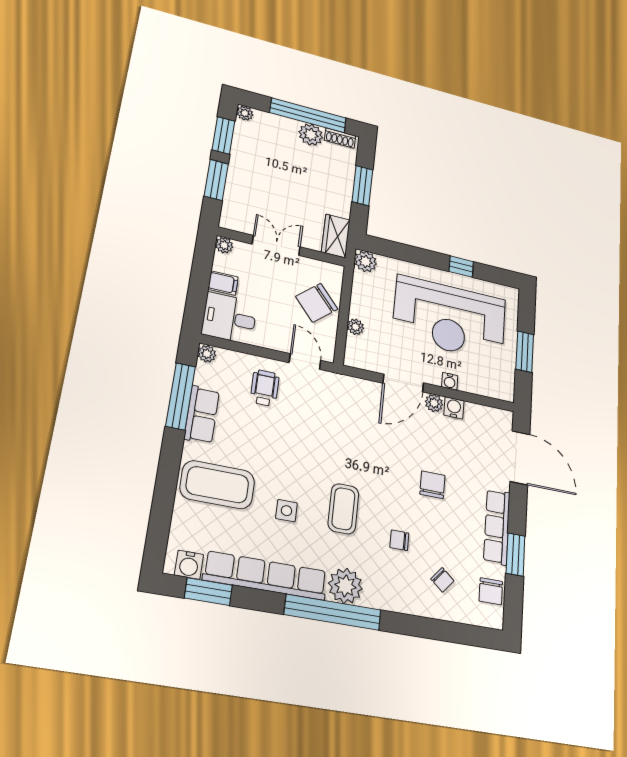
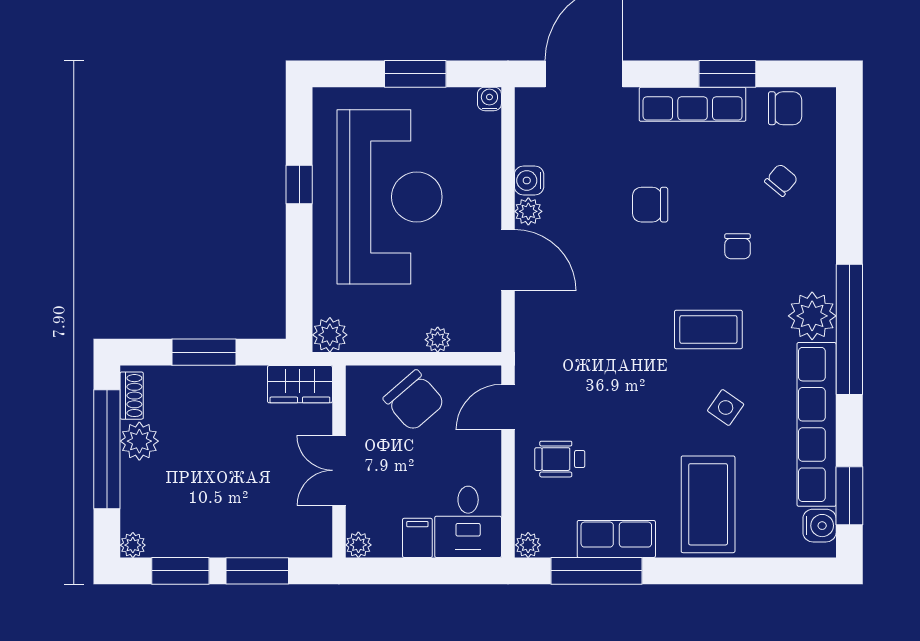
water cooler: (450, 381) -> (489, 99), moved, turned -90
side table: (286, 511) -> (726, 407), turned 35

